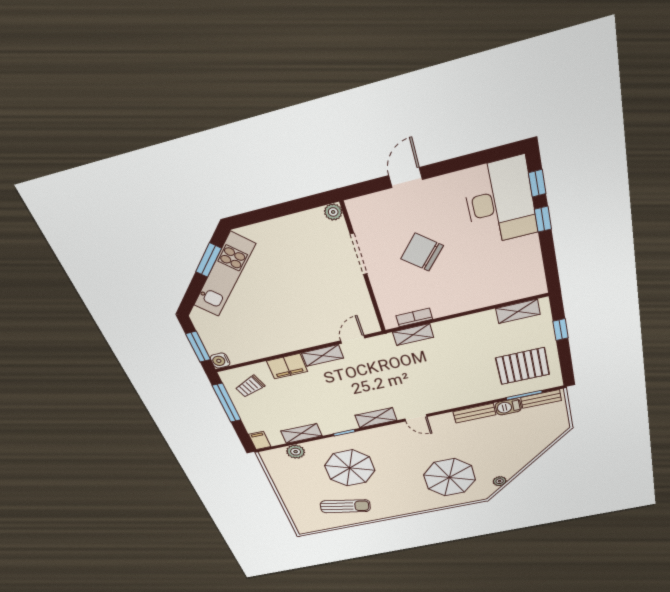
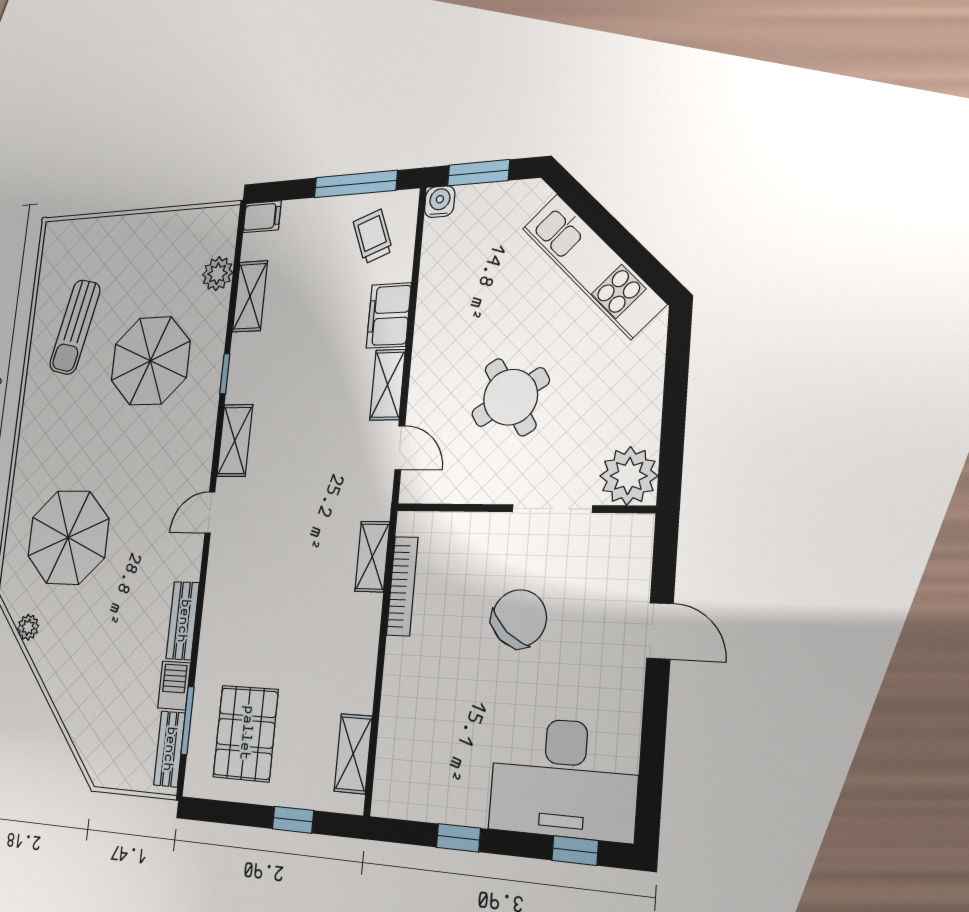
plant: (333, 212) -> (629, 476), width x1.88, depth x1.88
window: (543, 219) -> (458, 838), moved
window: (209, 260) -> (629, 249), removed
round table: (308, 294) -> (510, 397), added
bookcase: (414, 318) -> (402, 586), width x1.56

